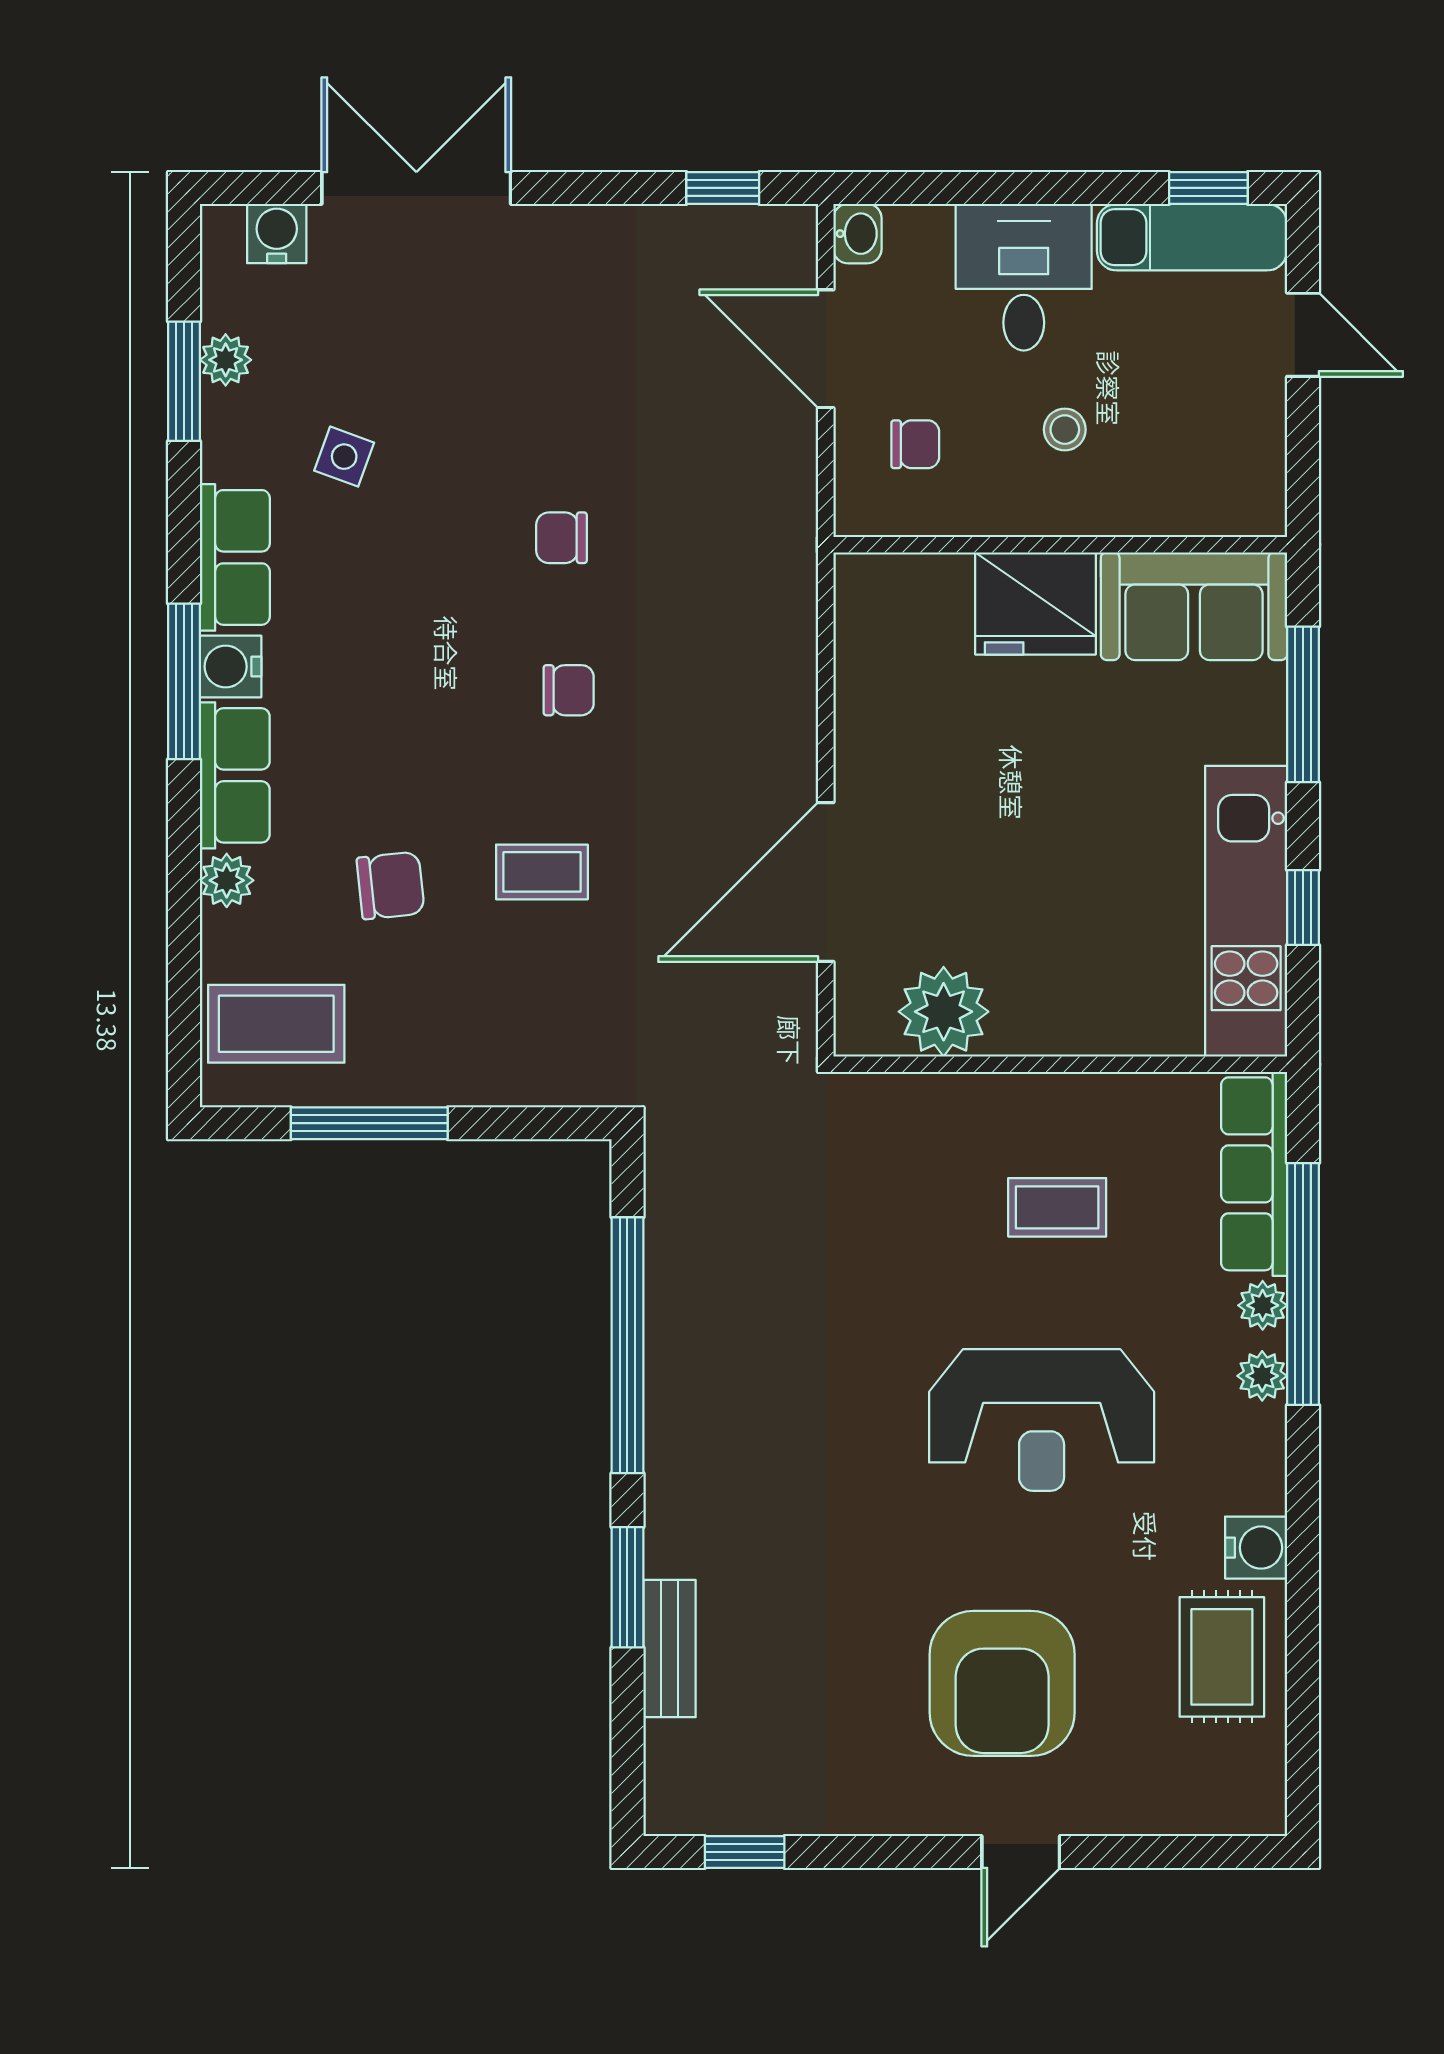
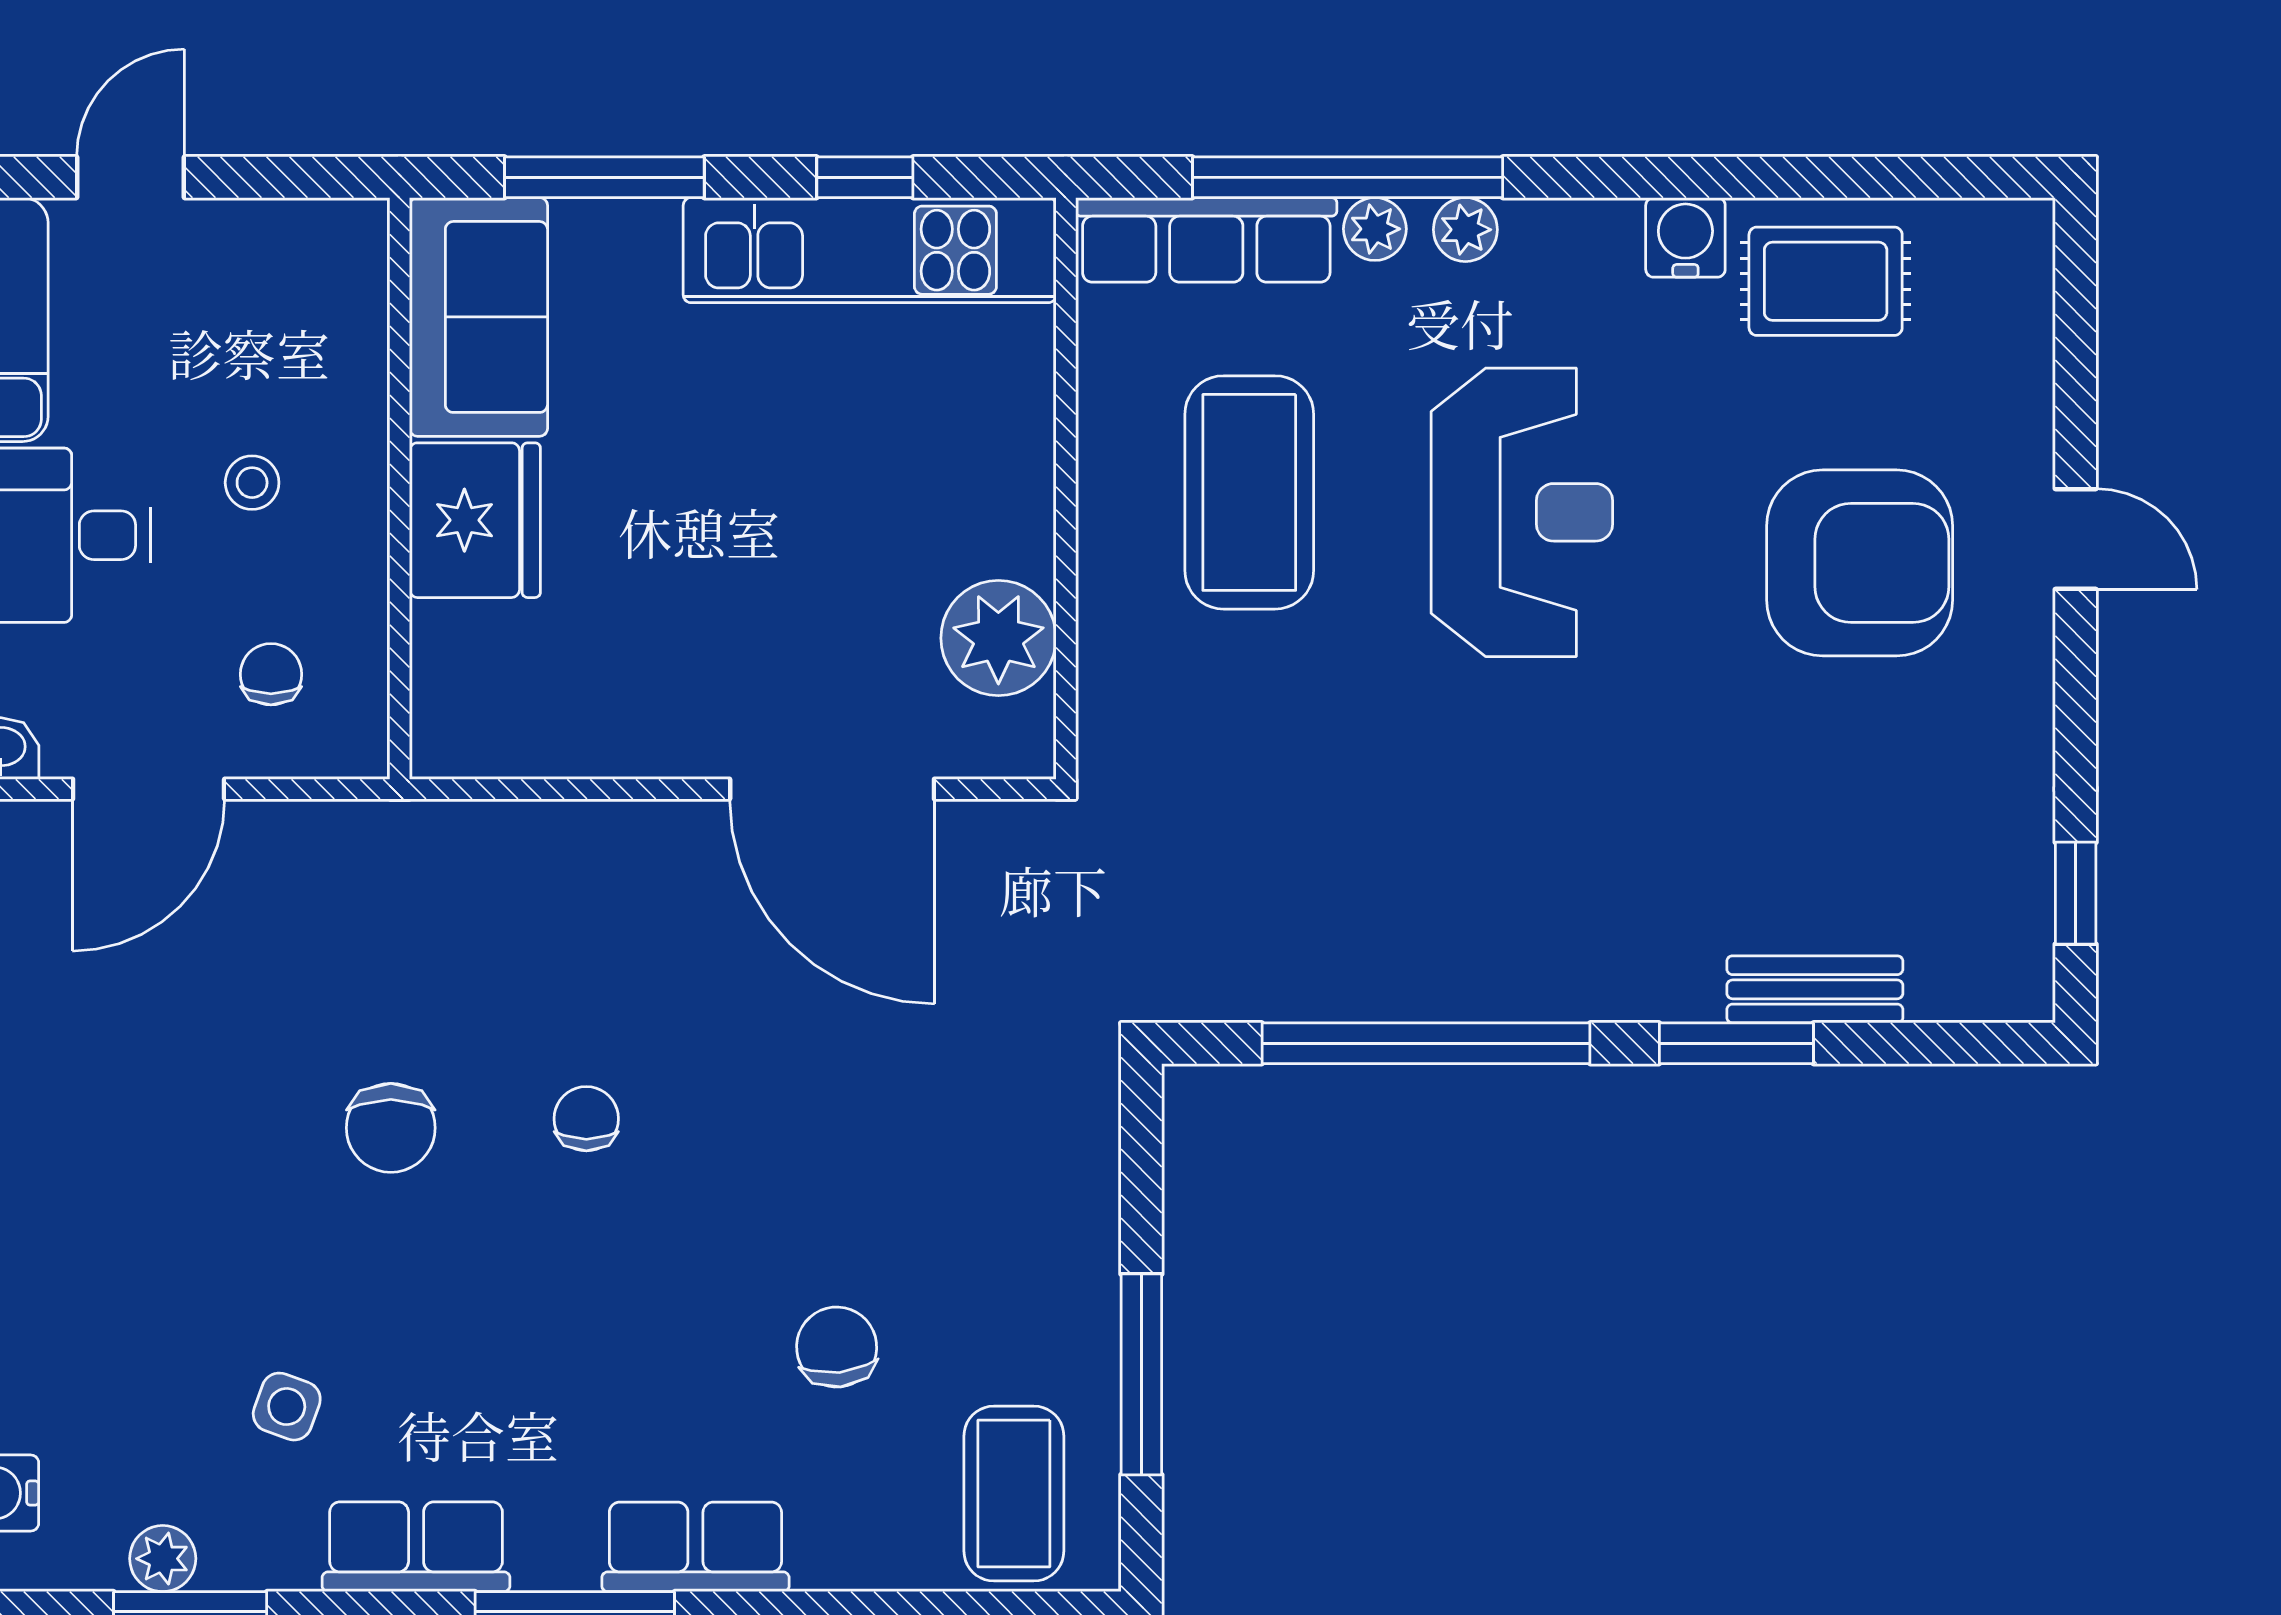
chair: (562, 538) -> (391, 1128), width x1.37, depth x1.37
water cooler: (231, 667) -> (556, 1552), removed
coffee table: (542, 872) -> (819, 1153), removed
plant: (227, 880) -> (830, 1557), removed
coffee table: (1057, 1207) -> (1249, 492), width x1.86, depth x1.72

